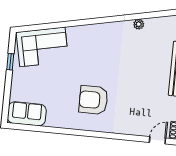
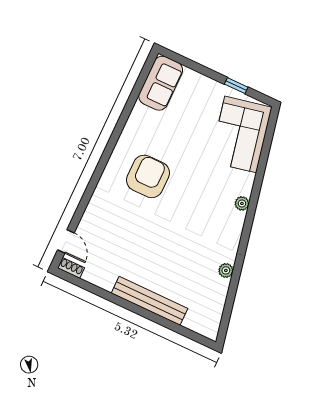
plant: (89, 29) -> (242, 203), added

